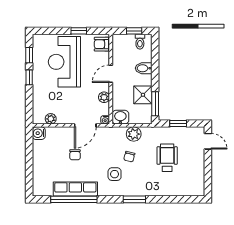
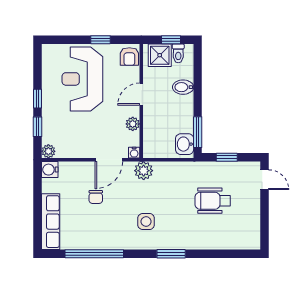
armchair: (101, 44) -> (129, 57), turned -90
window: (29, 55) -> (38, 127), moved
shower: (143, 95) -> (160, 55), moved
washbasin: (120, 117) -> (185, 144), moved, turned -90
plant: (51, 119) -> (48, 151), moved
plant: (134, 134) -> (144, 171), moved
chair: (129, 157) -> (165, 199), removed
wheelchair: (167, 158) -> (213, 201), turned -90
row of seats: (75, 189) -> (51, 222), moved, turned 90

